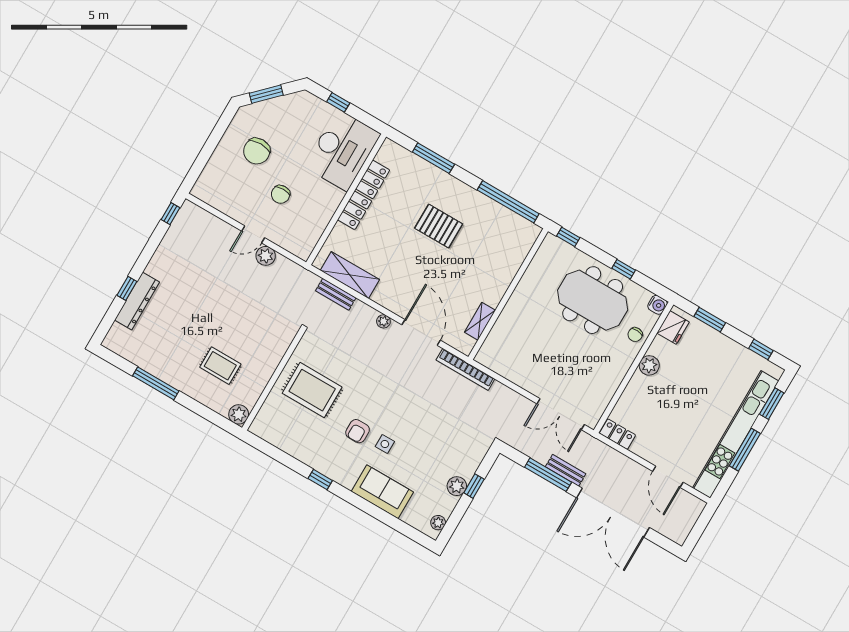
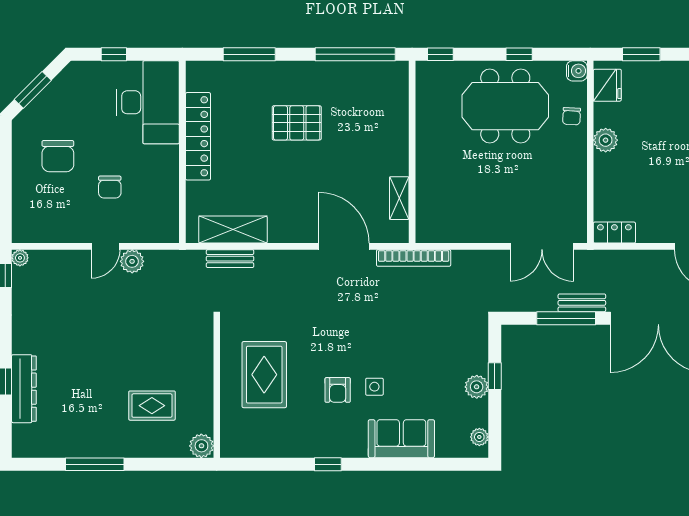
plant: (383, 321) -> (20, 258), moved
rug: (312, 390) -> (264, 375), turned 90

